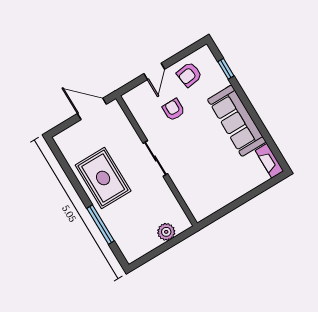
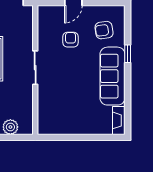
window: (226, 69) -> (128, 54), moved
armchair: (189, 74) -> (104, 30), moved

